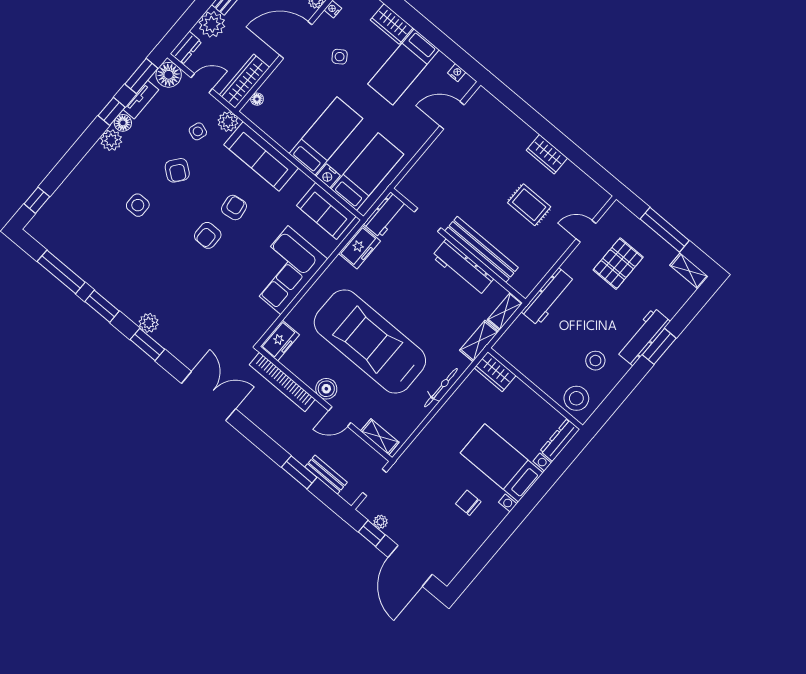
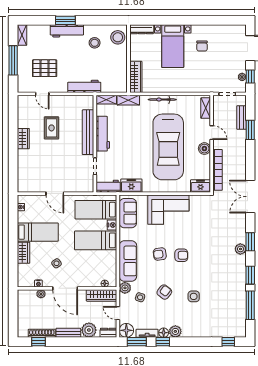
door: (452, 115) -> (55, 194), moved
wardrobe: (495, 372) -> (136, 77), width x1.50

